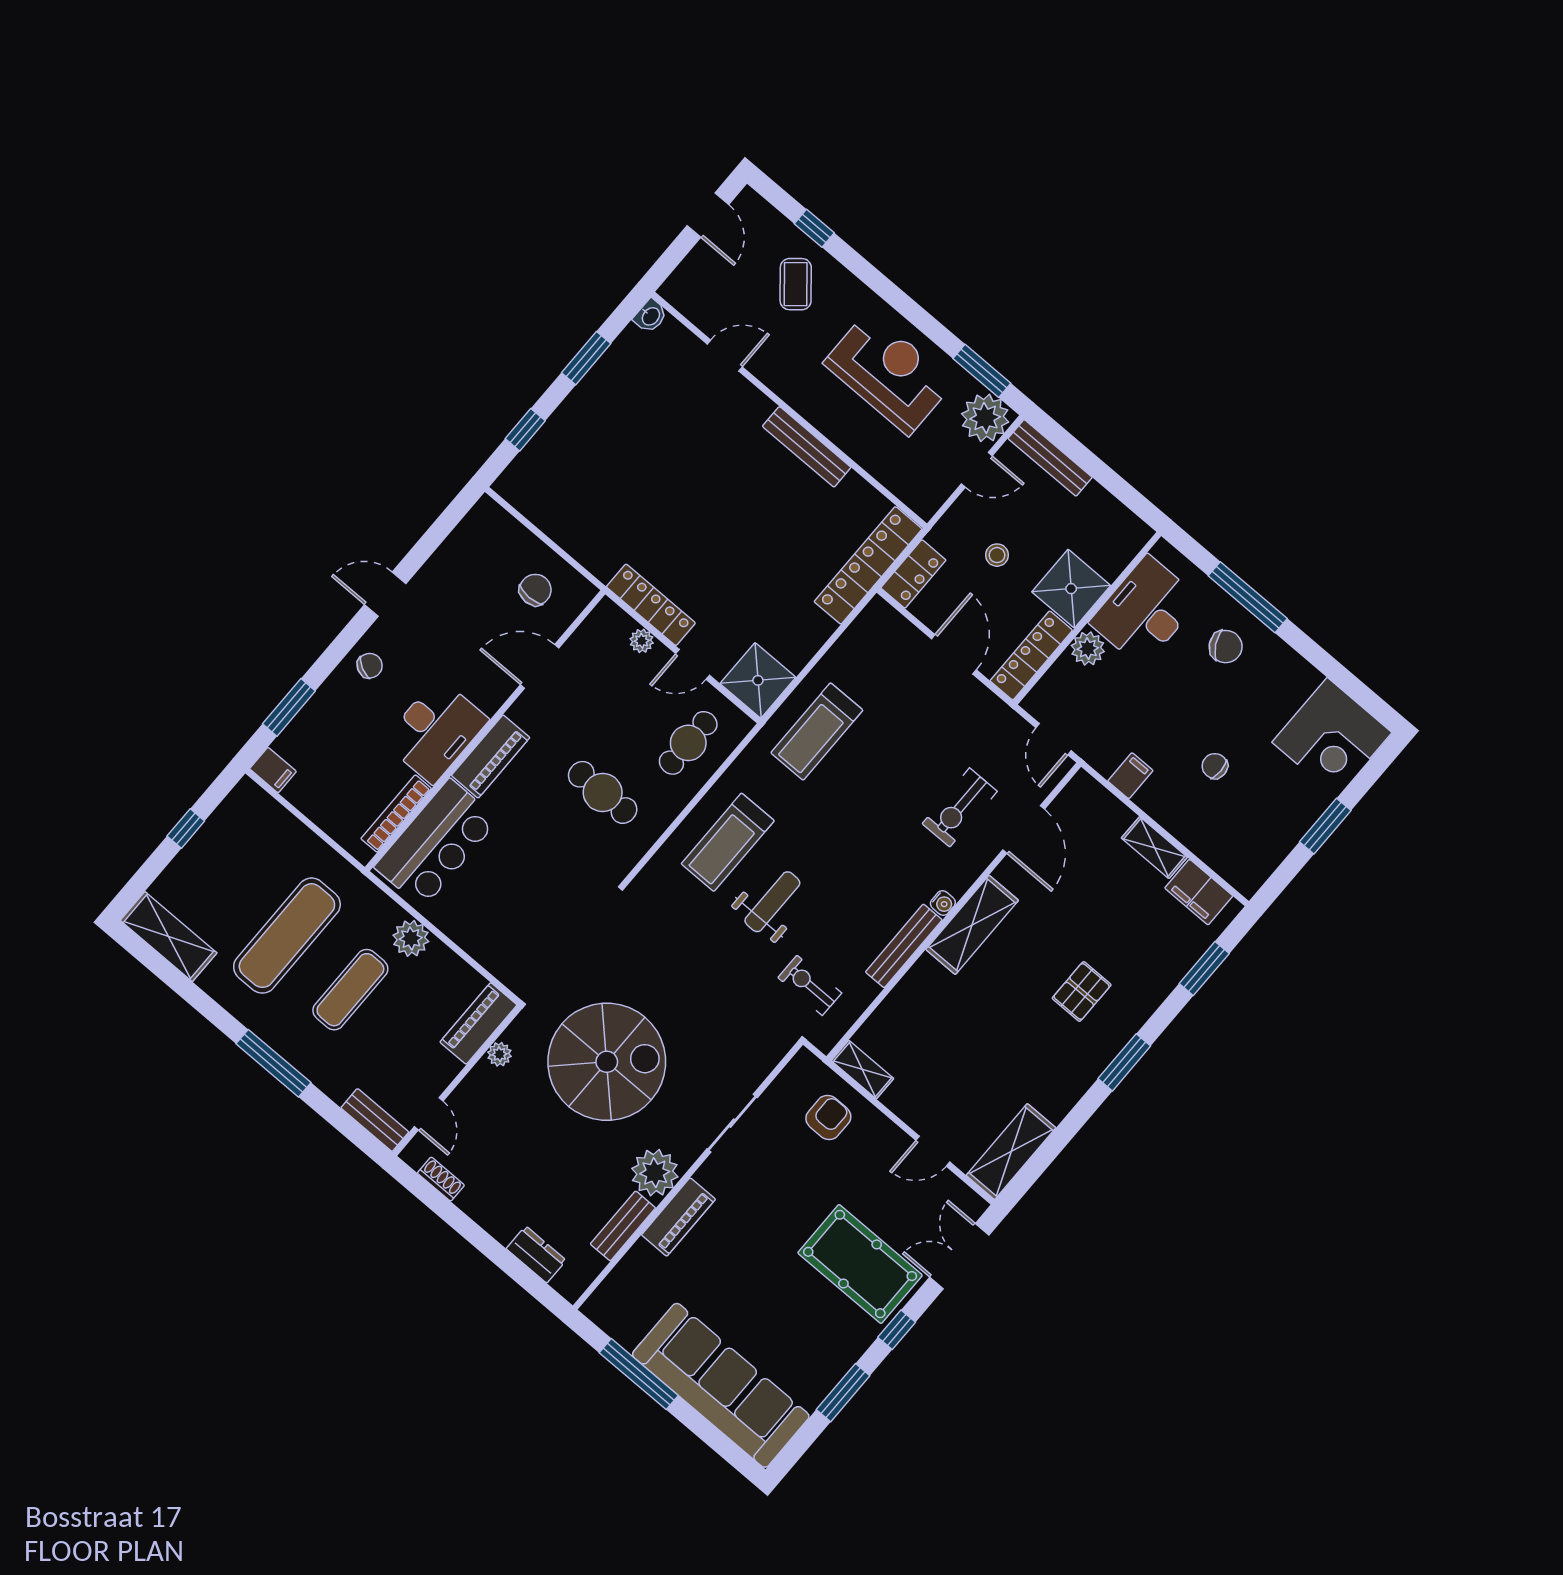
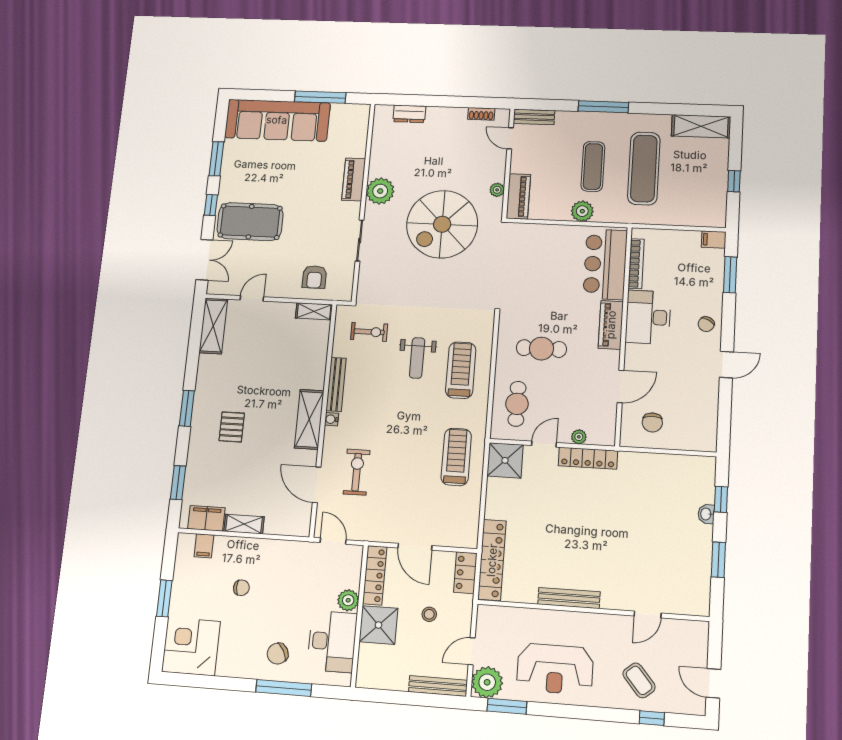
washbasin: (650, 316) -> (706, 514), moved
filing cabinet: (1130, 776) -> (204, 546), moved
bench: (623, 1226) -> (377, 156), removed

